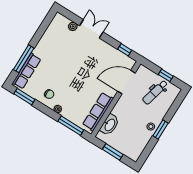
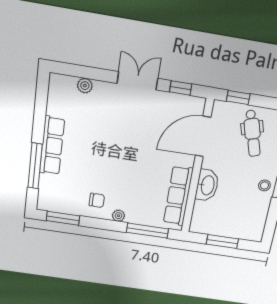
double door: (91, 29) -> (137, 81), moved
row of seats: (27, 71) -> (52, 146), moved
window: (166, 75) -> (238, 98), moved
dental chair: (155, 92) -> (253, 133), turned -32
washbasin: (110, 125) -> (207, 185), moved

